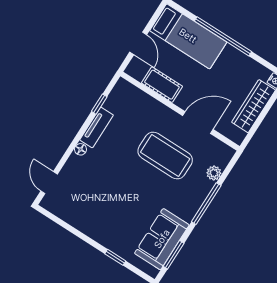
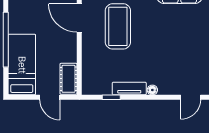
door: (138, 43) -> (50, 97), swing flipped
cot: (162, 85) -> (68, 79), moved

